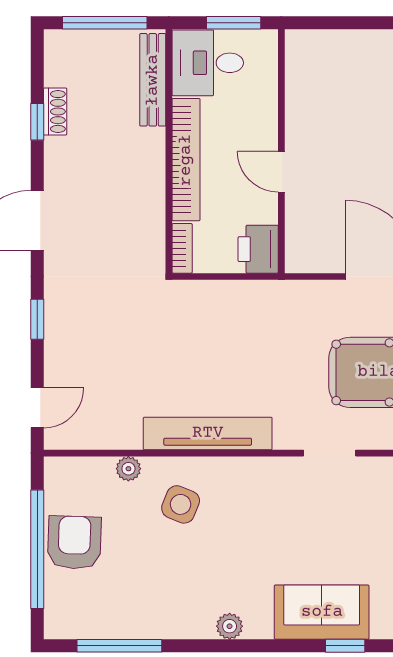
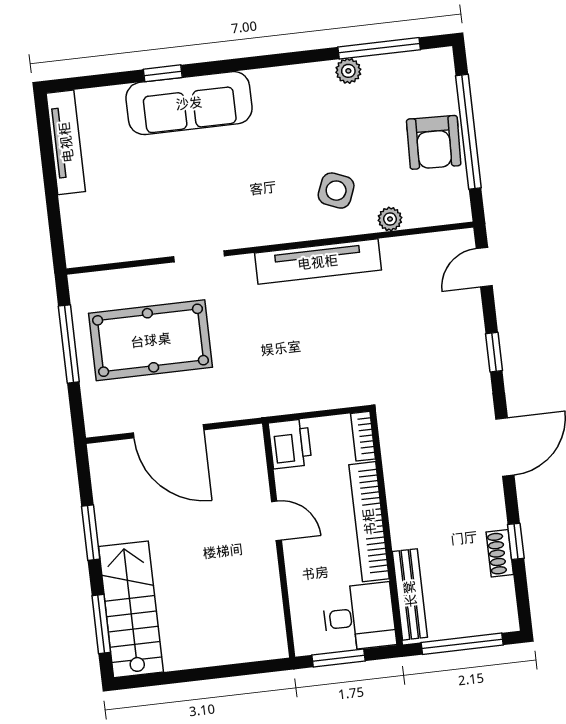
sofa: (322, 612) -> (189, 103), width x1.36
plant: (230, 626) -> (348, 71), moved

